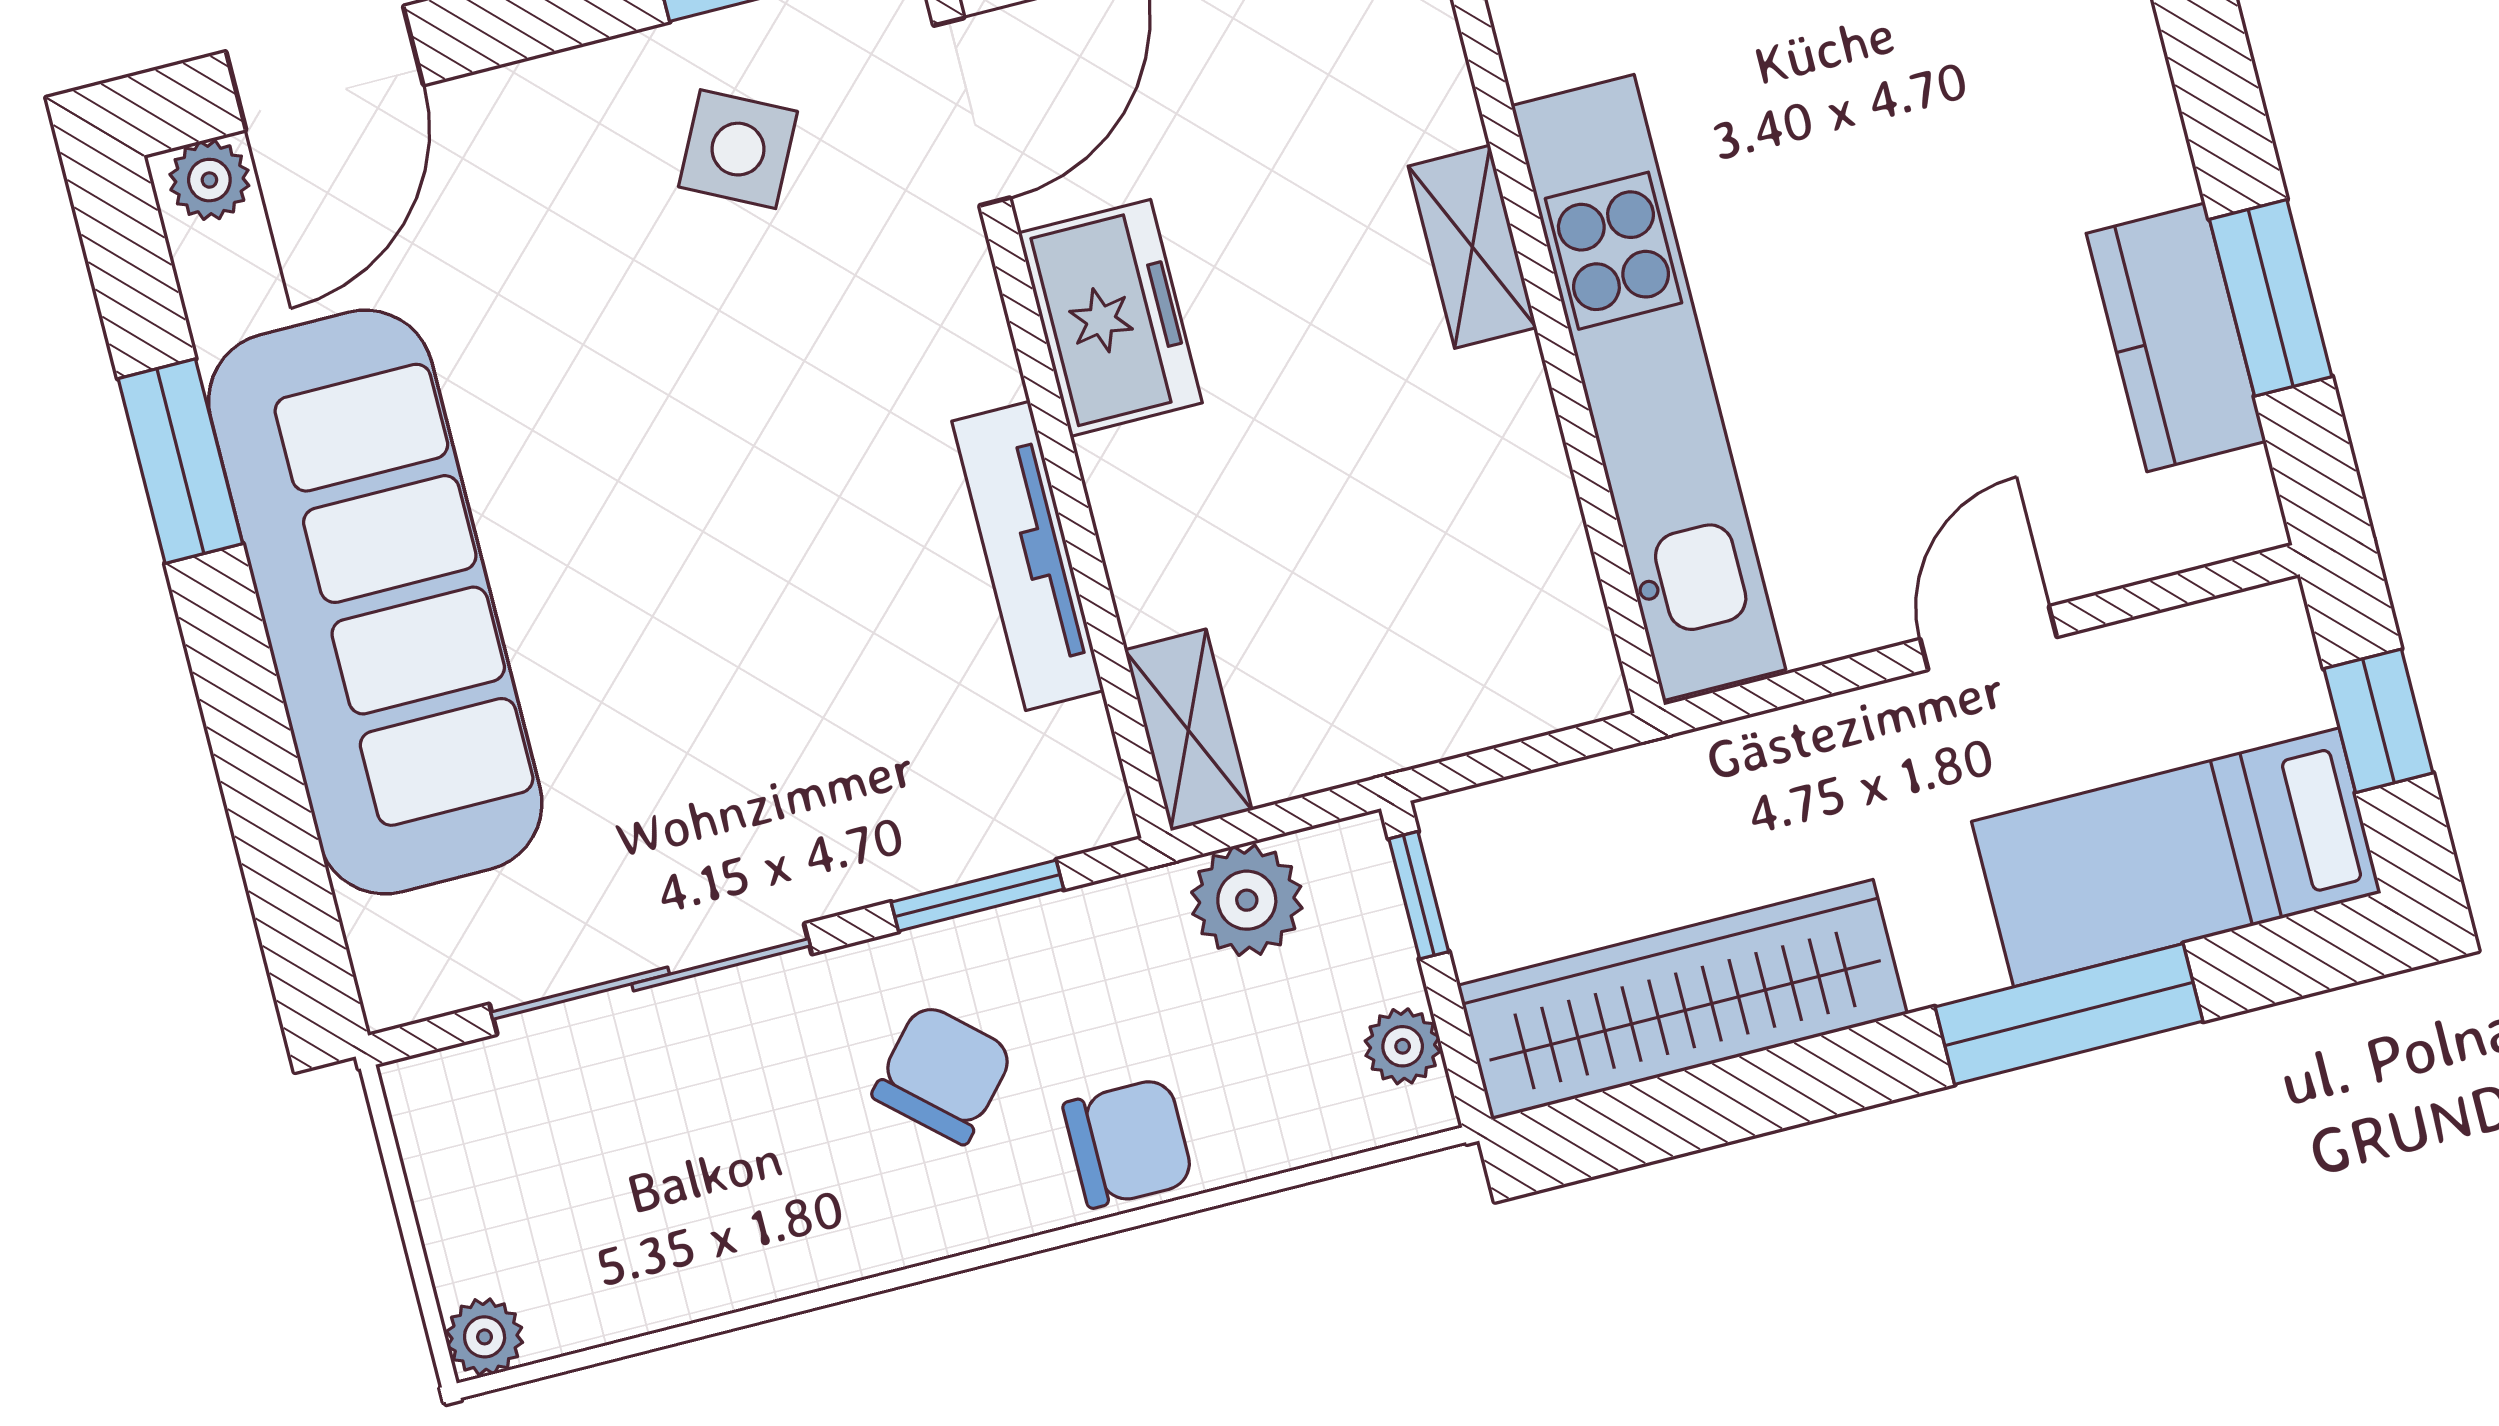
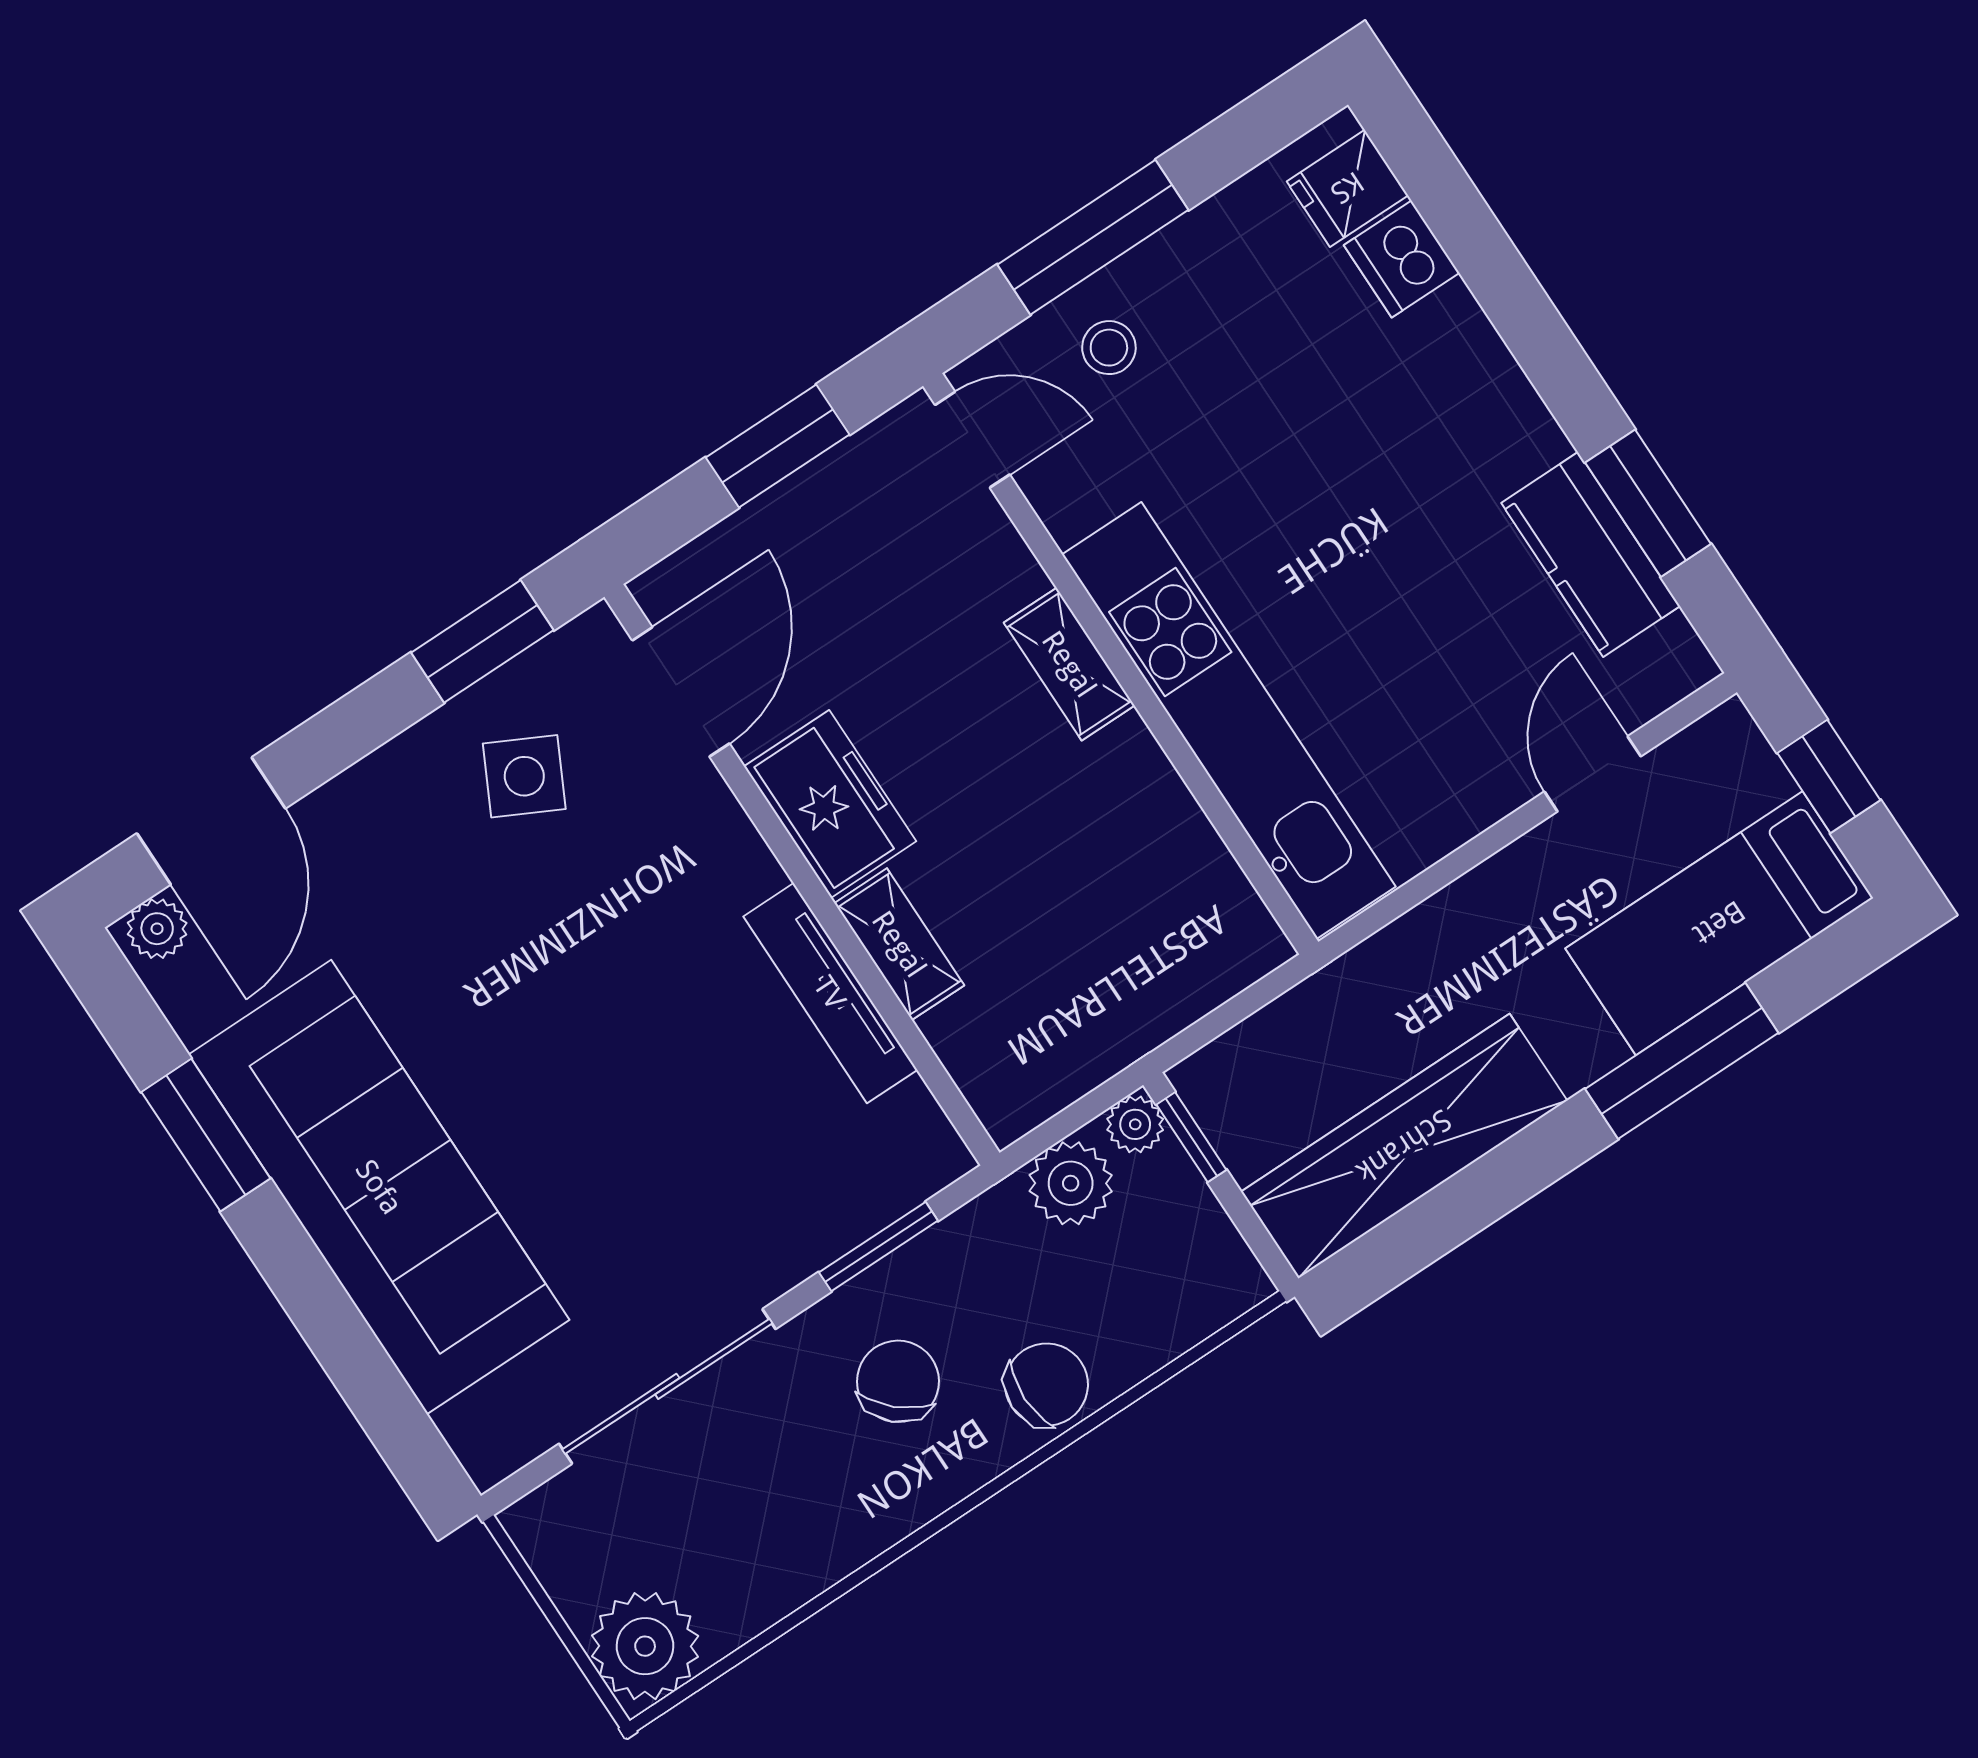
door: (1989, 638) -> (1593, 774), moved
shelving: (1188, 730) -> (899, 944), moved
plant: (1403, 1046) -> (1135, 1124), moved
plant: (485, 1337) -> (645, 1646), width x1.88, depth x1.88

